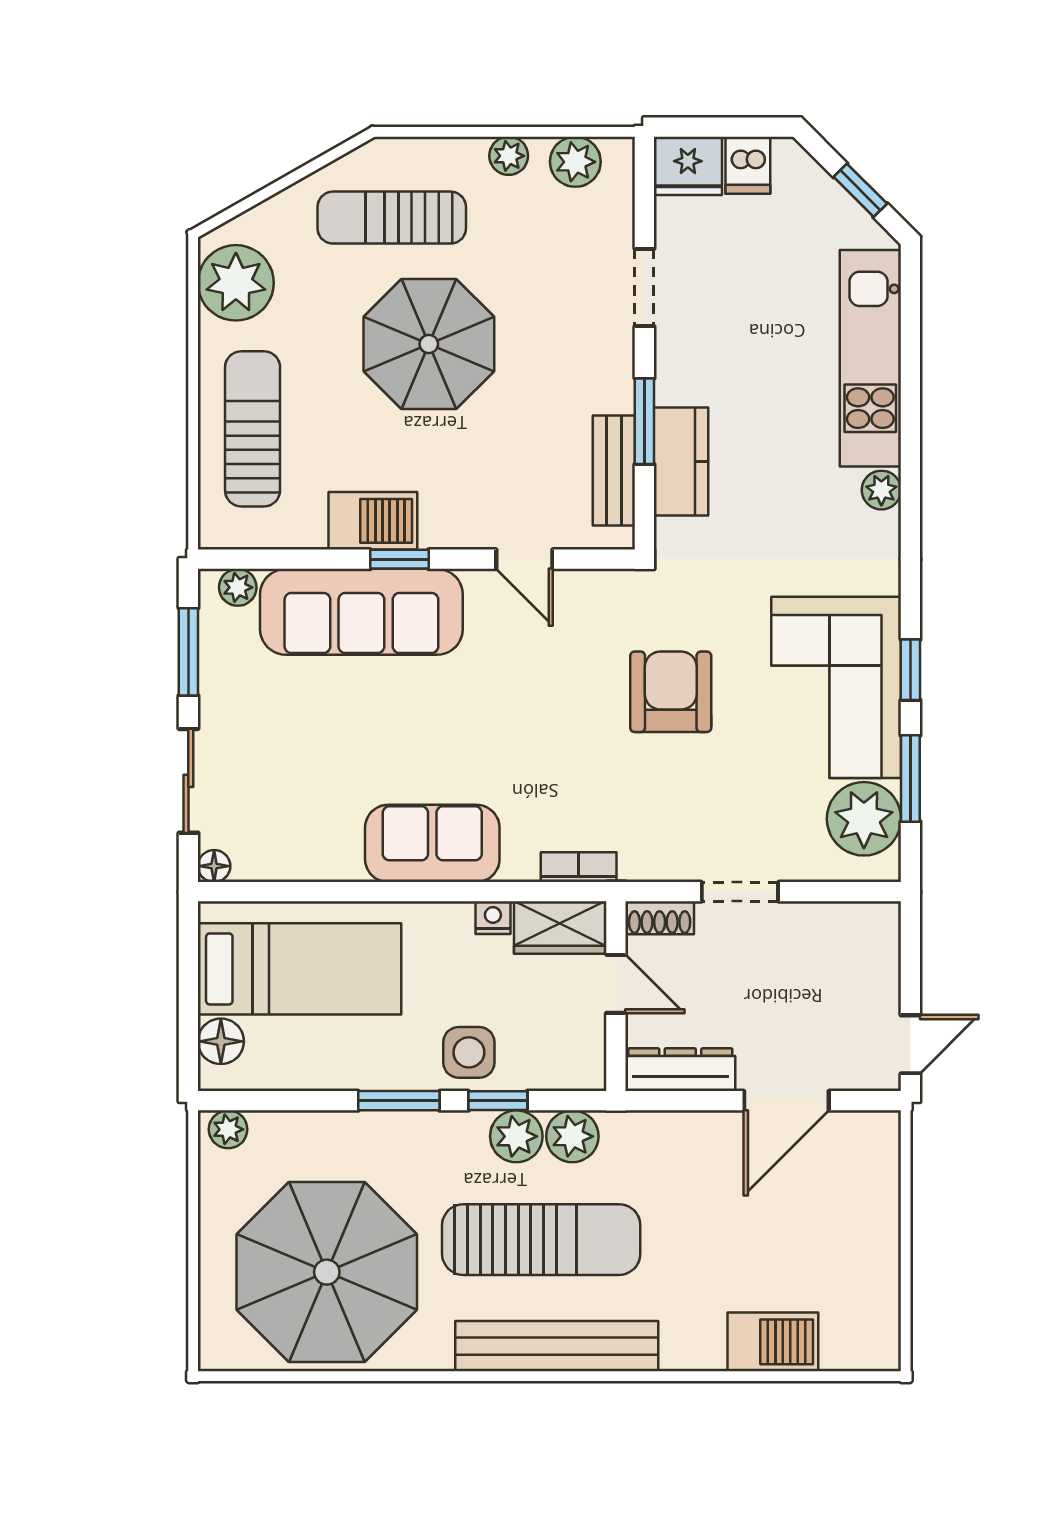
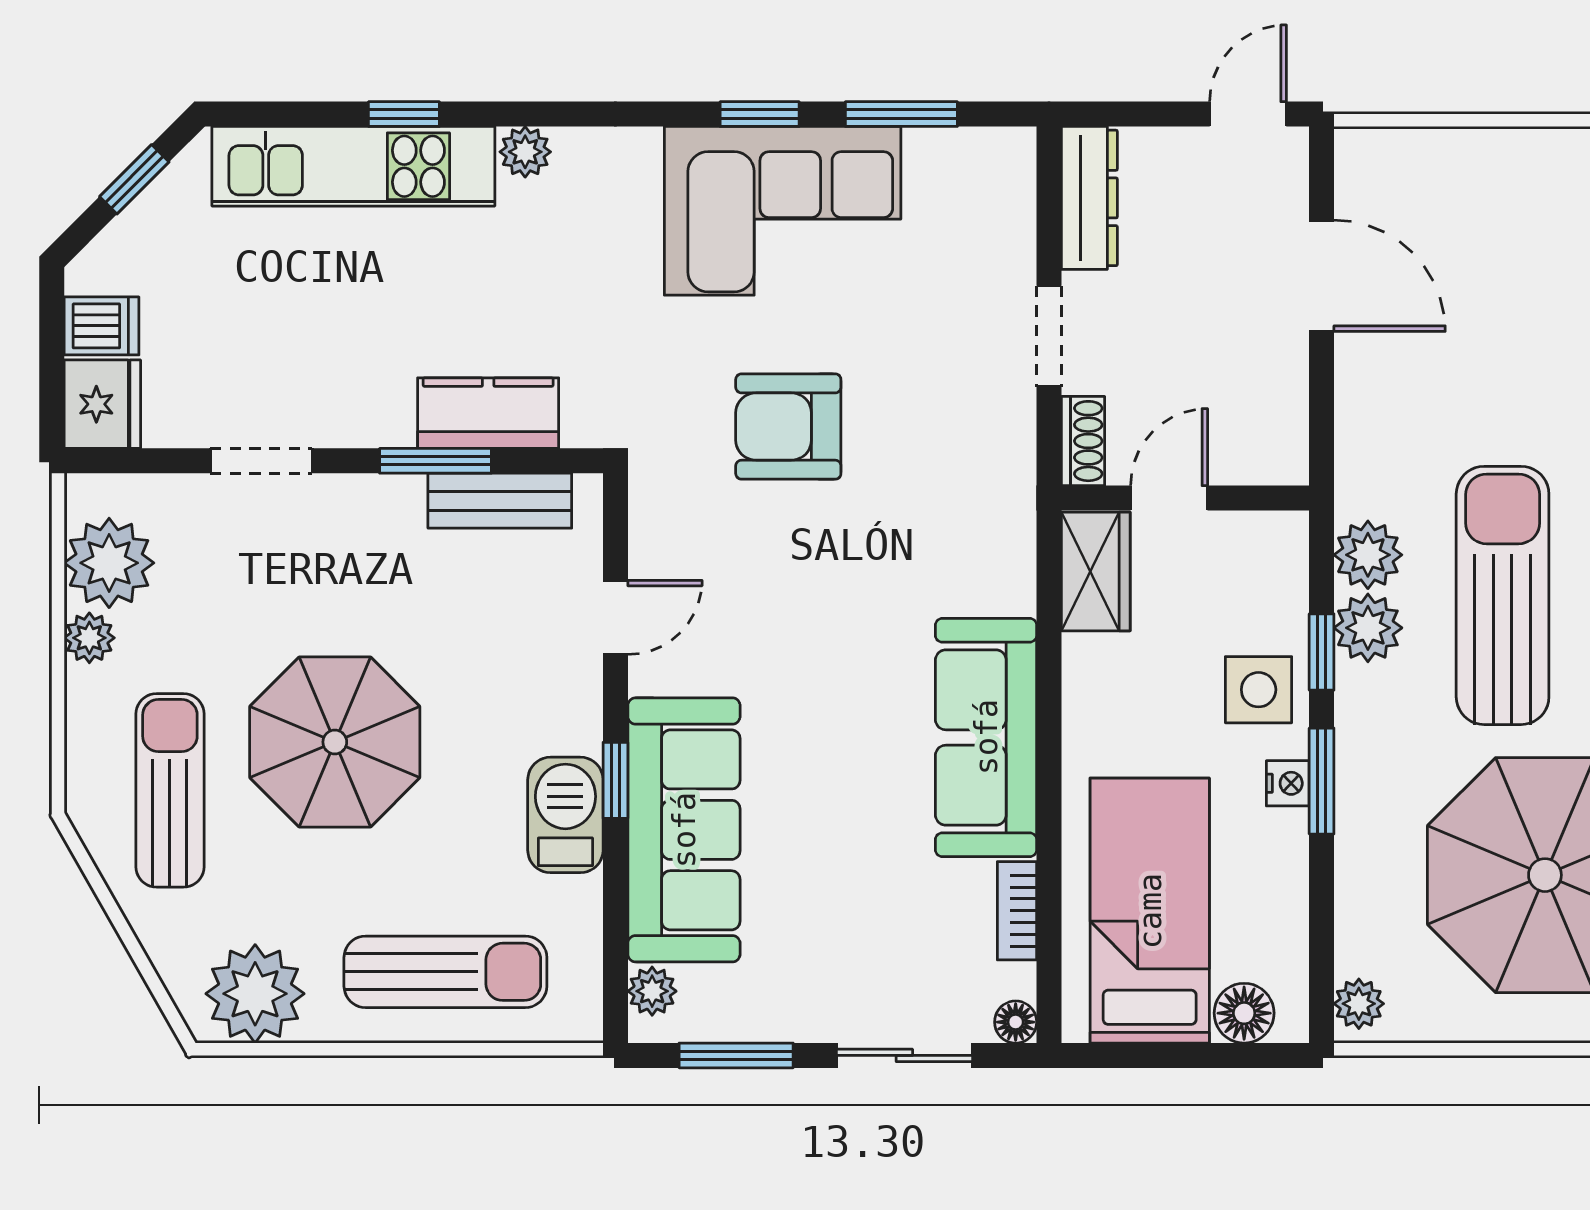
plant: (575, 162) -> (109, 563), width x1.36, depth x1.36
sun lounger: (392, 218) -> (170, 790), turned 180
window: (910, 397) -> (404, 114), added
sun lounger: (253, 429) -> (445, 972), turned 180
plant: (864, 819) -> (954, 175), removed
sofa: (432, 843) -> (986, 737), width x1.36
bookcase: (579, 867) -> (1017, 911), moved
nightstand: (493, 918) -> (1288, 783), moved, turned 180
door: (910, 1044) -> (1248, 114), hinge flipped
dresser: (680, 1070) -> (1089, 198), moved, turned 180

